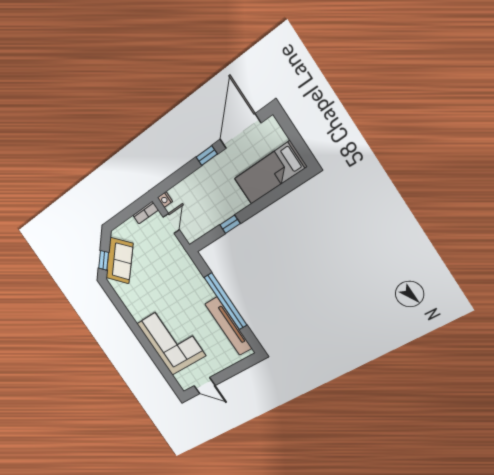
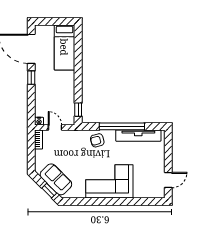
window: (230, 224) -> (78, 110), moved
armchair: (191, 282) -> (97, 140), added
corner sofa: (171, 340) -> (109, 181), moved

